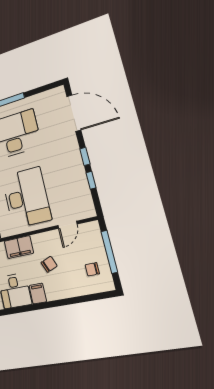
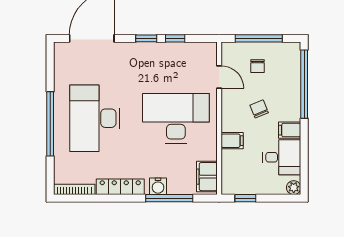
filing cabinet: (19, 247) -> (232, 141), width x0.50
chair: (92, 269) -> (258, 66), moved
window: (79, 300) -> (304, 84), added

